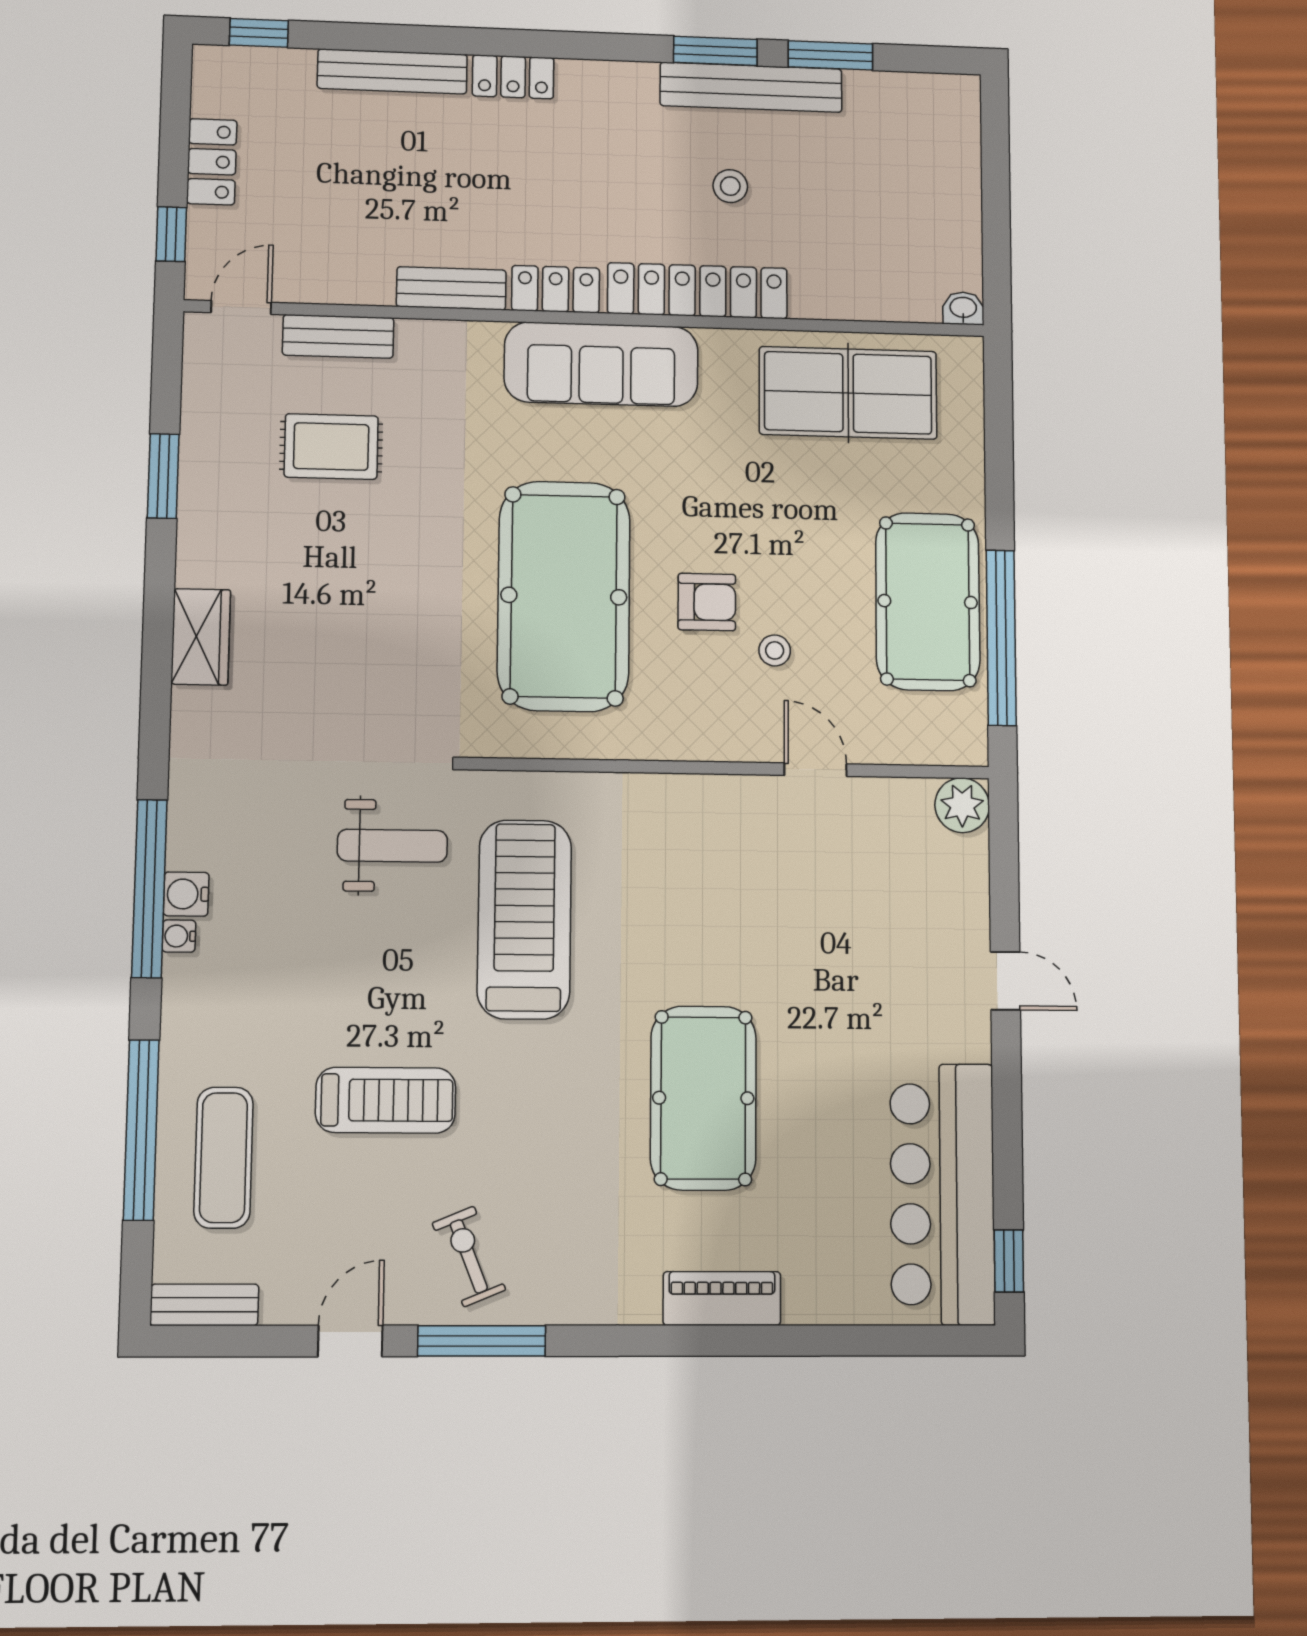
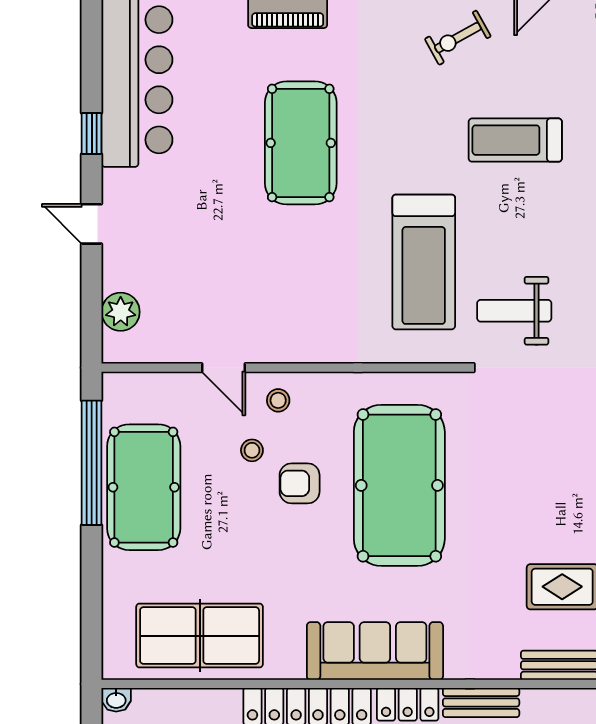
stool: (737, 721) -> (278, 400), added
plant: (962, 805) -> (121, 312), moved
exercise bike: (469, 1256) -> (458, 38), turned 83
window: (1009, 1261) -> (92, 133), moved

